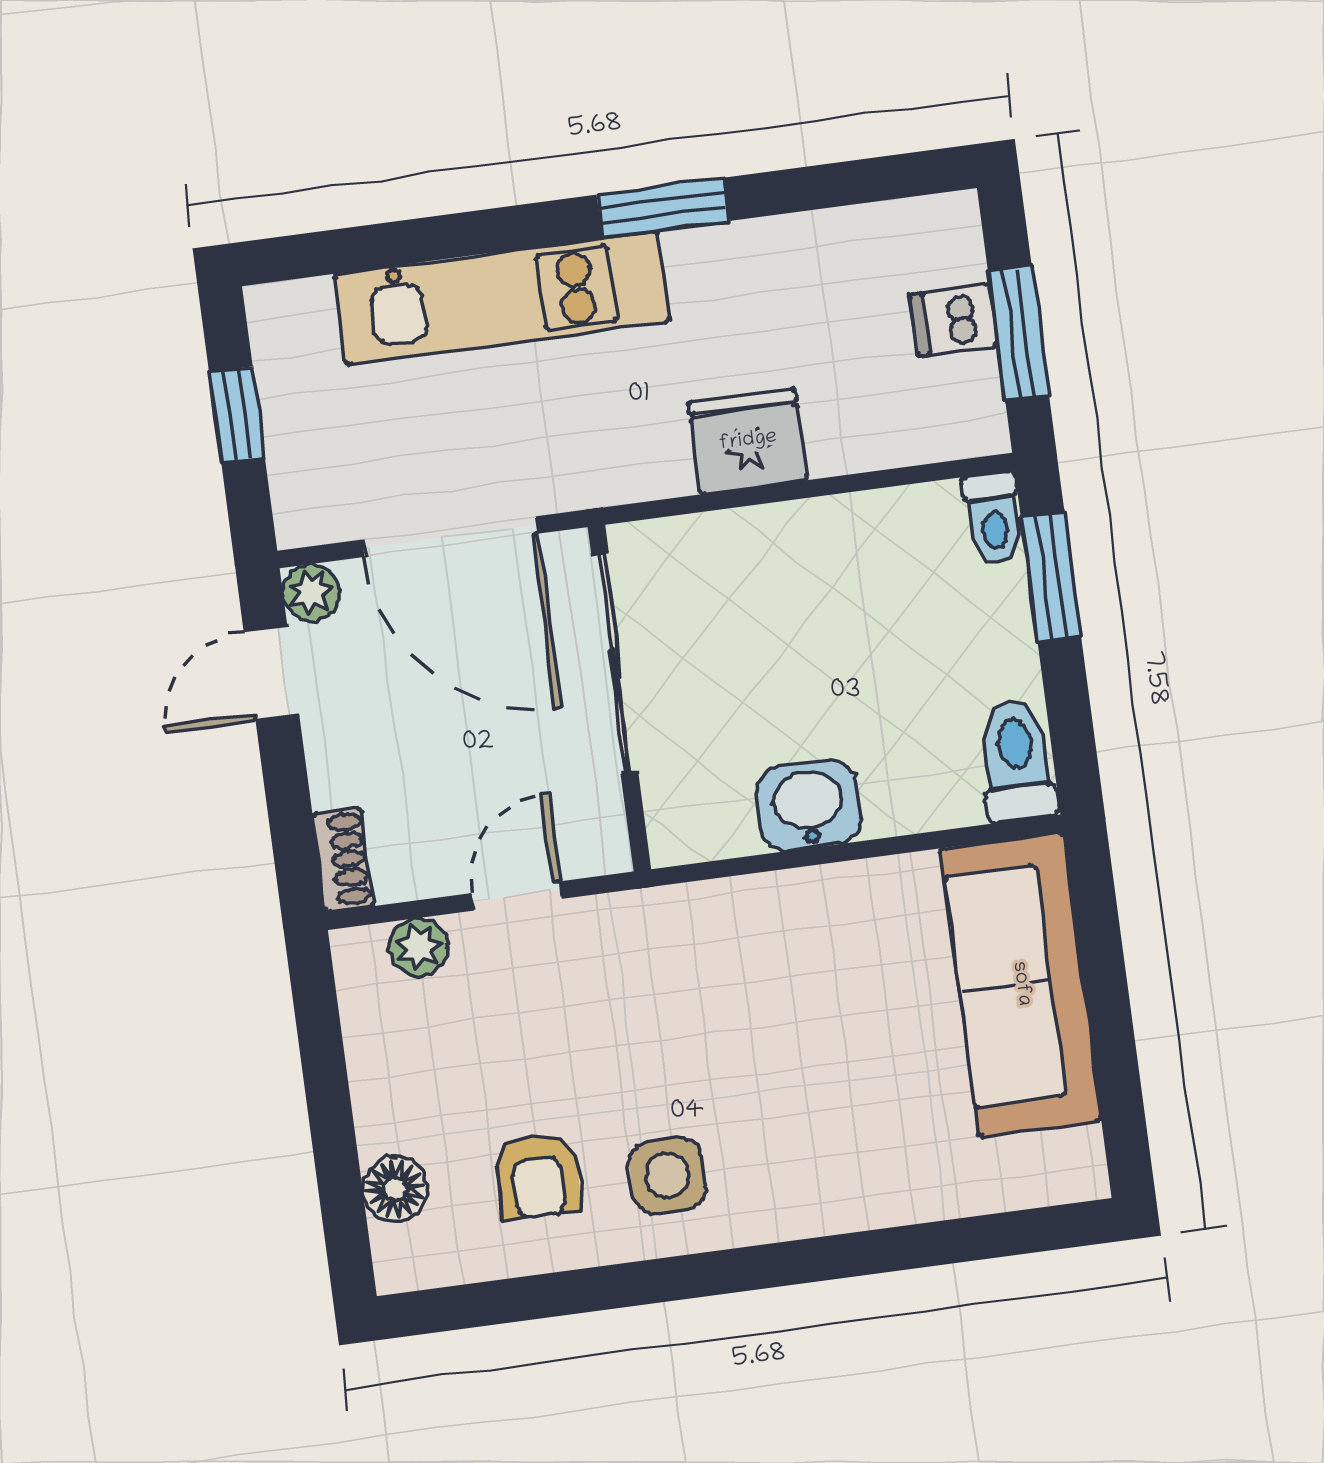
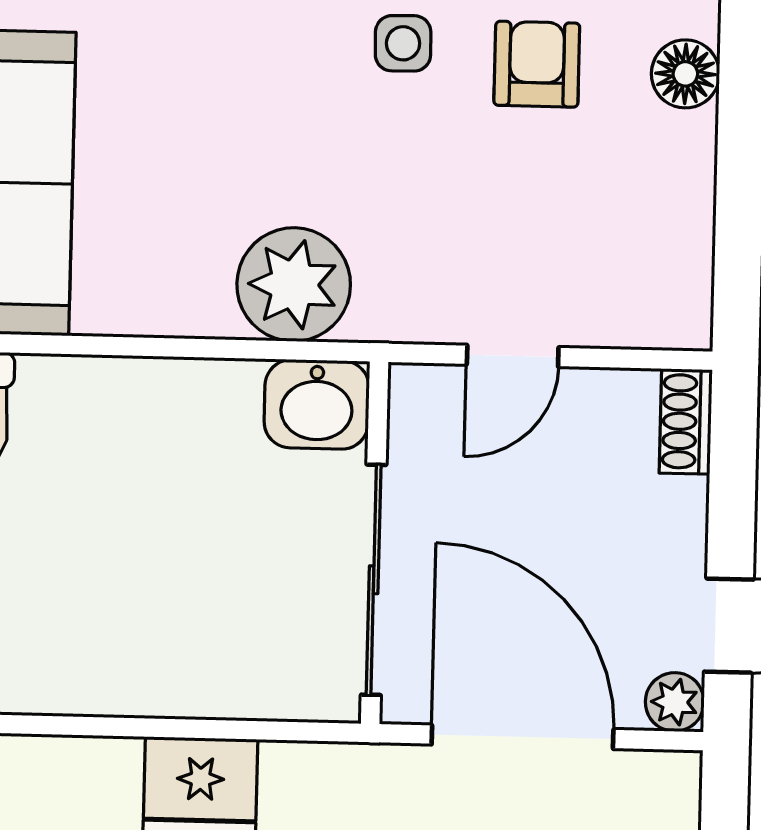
washbasin: (808, 806) -> (317, 404), moved
plant: (419, 947) -> (294, 285), moved, width x1.88, depth x1.88
side table: (667, 1176) -> (403, 43), width x0.73, depth x0.73

